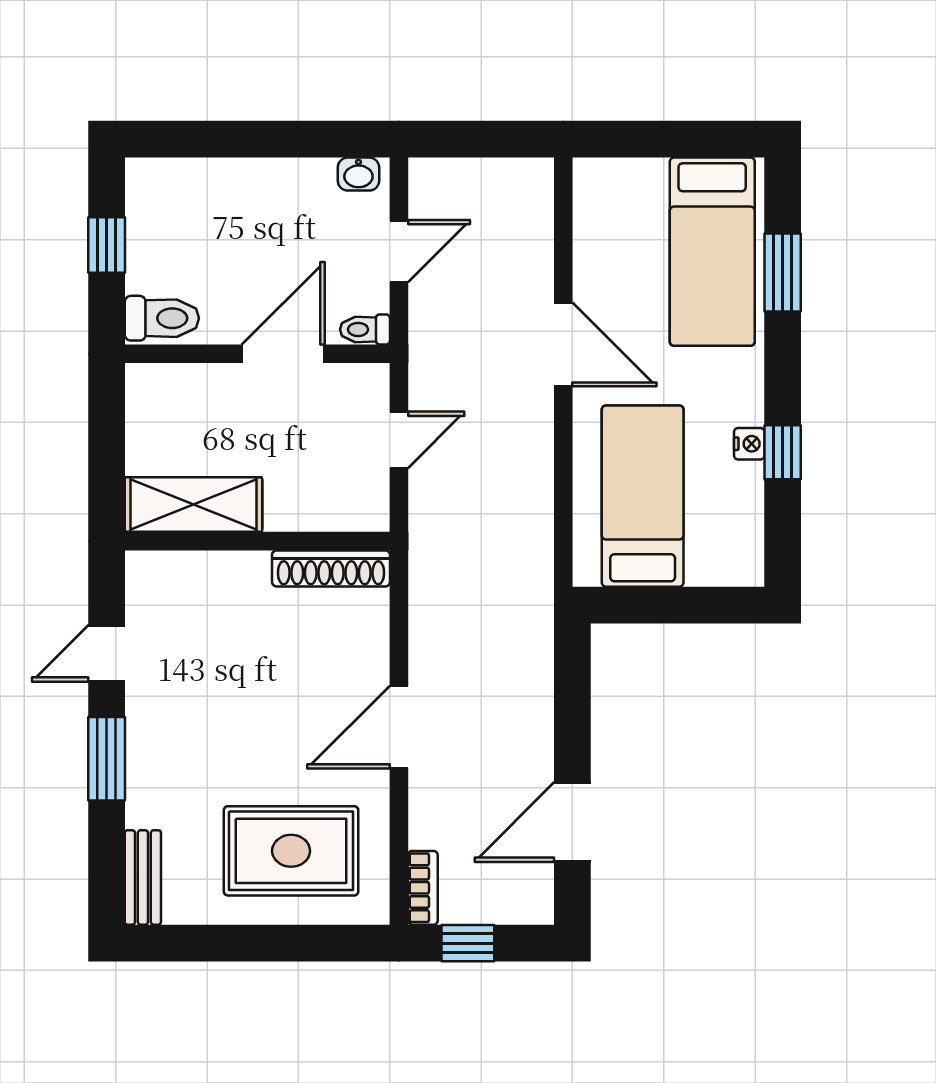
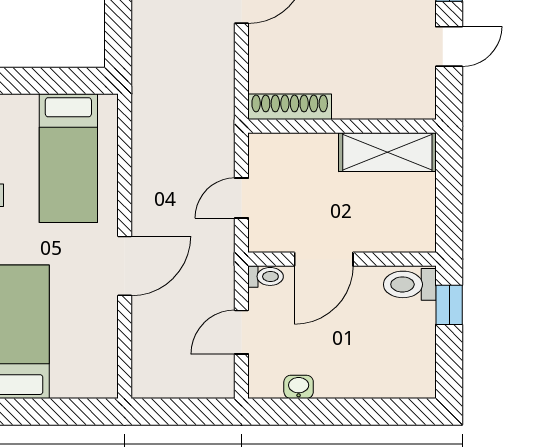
washbasin: (358, 174) -> (299, 387), moved
window: (107, 245) -> (449, 305), moved
door: (563, 344) -> (125, 266), swing flipped

